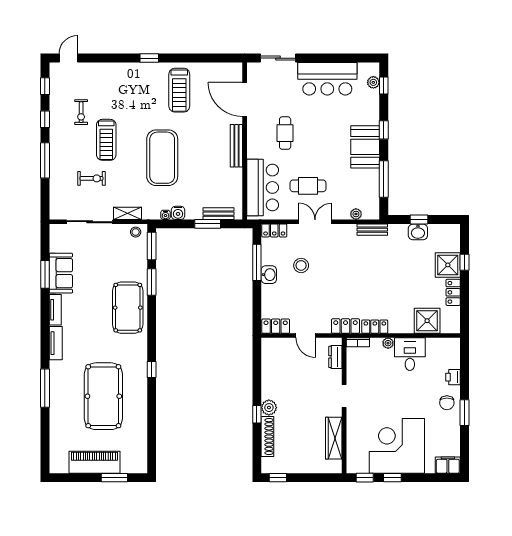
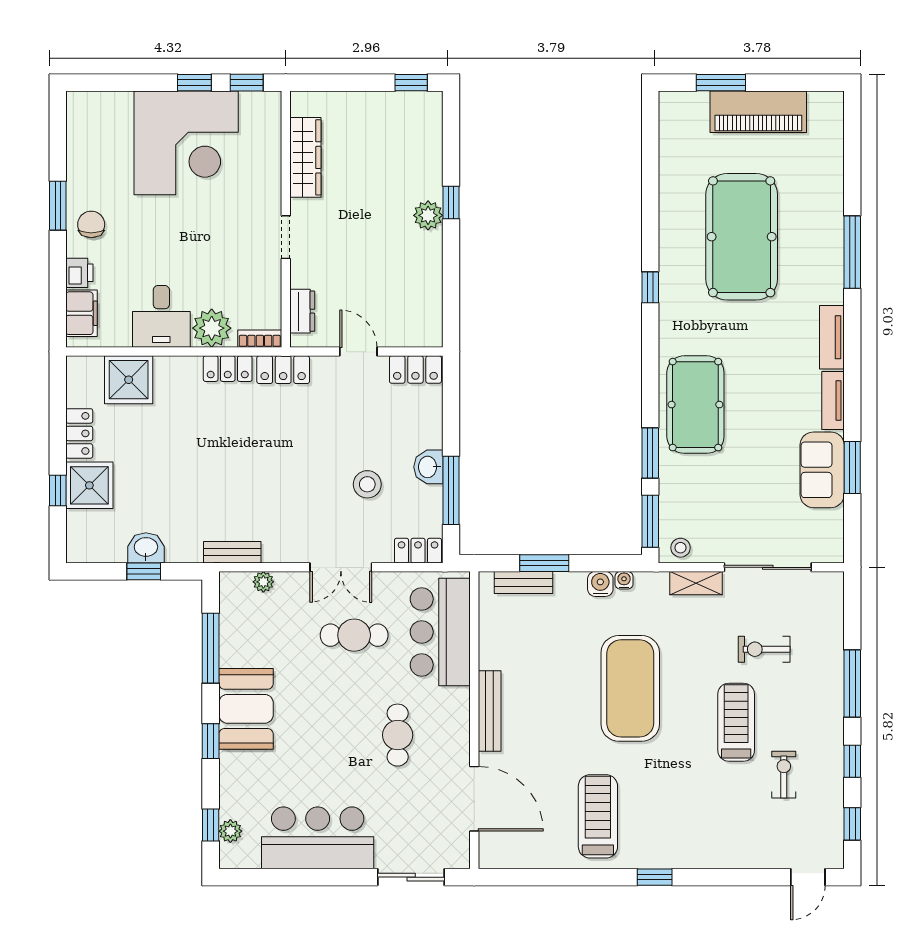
plant: (388, 343) -> (212, 328), width x1.88, depth x1.88
shoe rack: (267, 437) -> (431, 160), removed
filing cabinet: (448, 465) -> (82, 313), moved, turned -90

